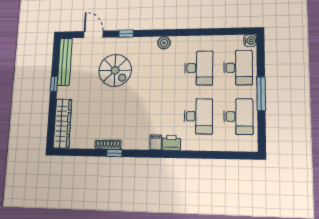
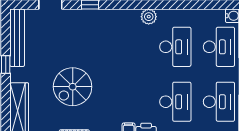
plant: (164, 43) -> (149, 17), moved
spiral stairs: (115, 70) -> (73, 87), moved, turned 90

